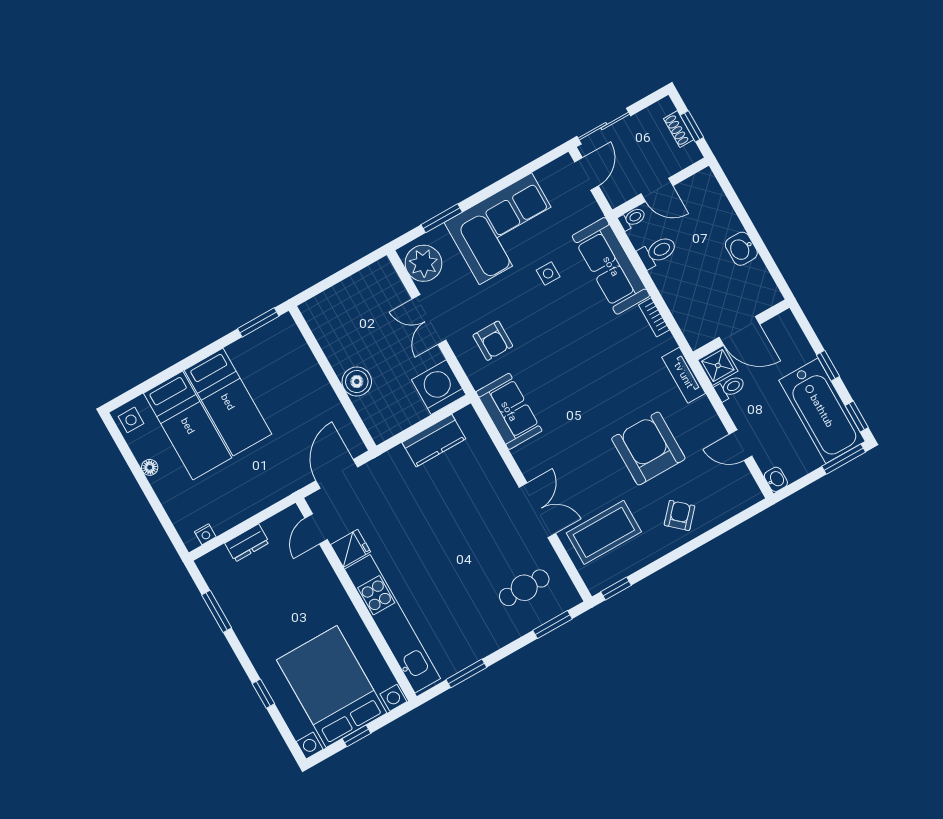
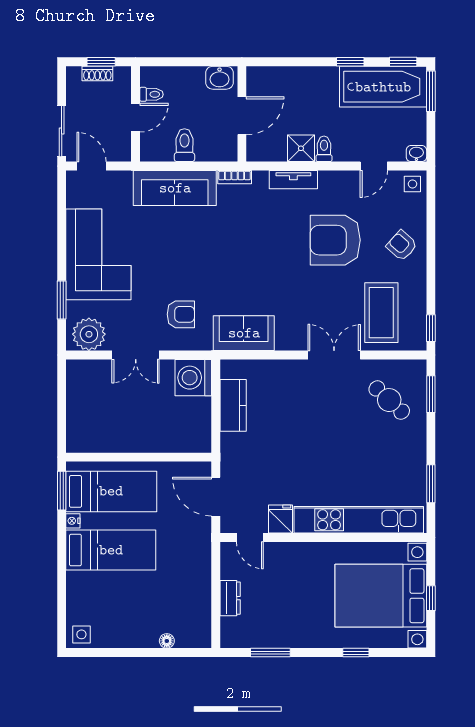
toilet: (632, 219) -> (151, 94), moved, turned 90
side table: (548, 273) -> (412, 184), moved
wall: (741, 330) -> (242, 114), moved
door: (739, 331) -> (242, 116), moved
boiler: (357, 381) -> (152, 440), removed
bed: (188, 426) -> (111, 491), moved
floor lamp: (150, 467) -> (167, 641), moved
nightstand: (205, 534) -> (73, 521), moved, turned 180
cafe table: (524, 588) -> (389, 400), turned -47

